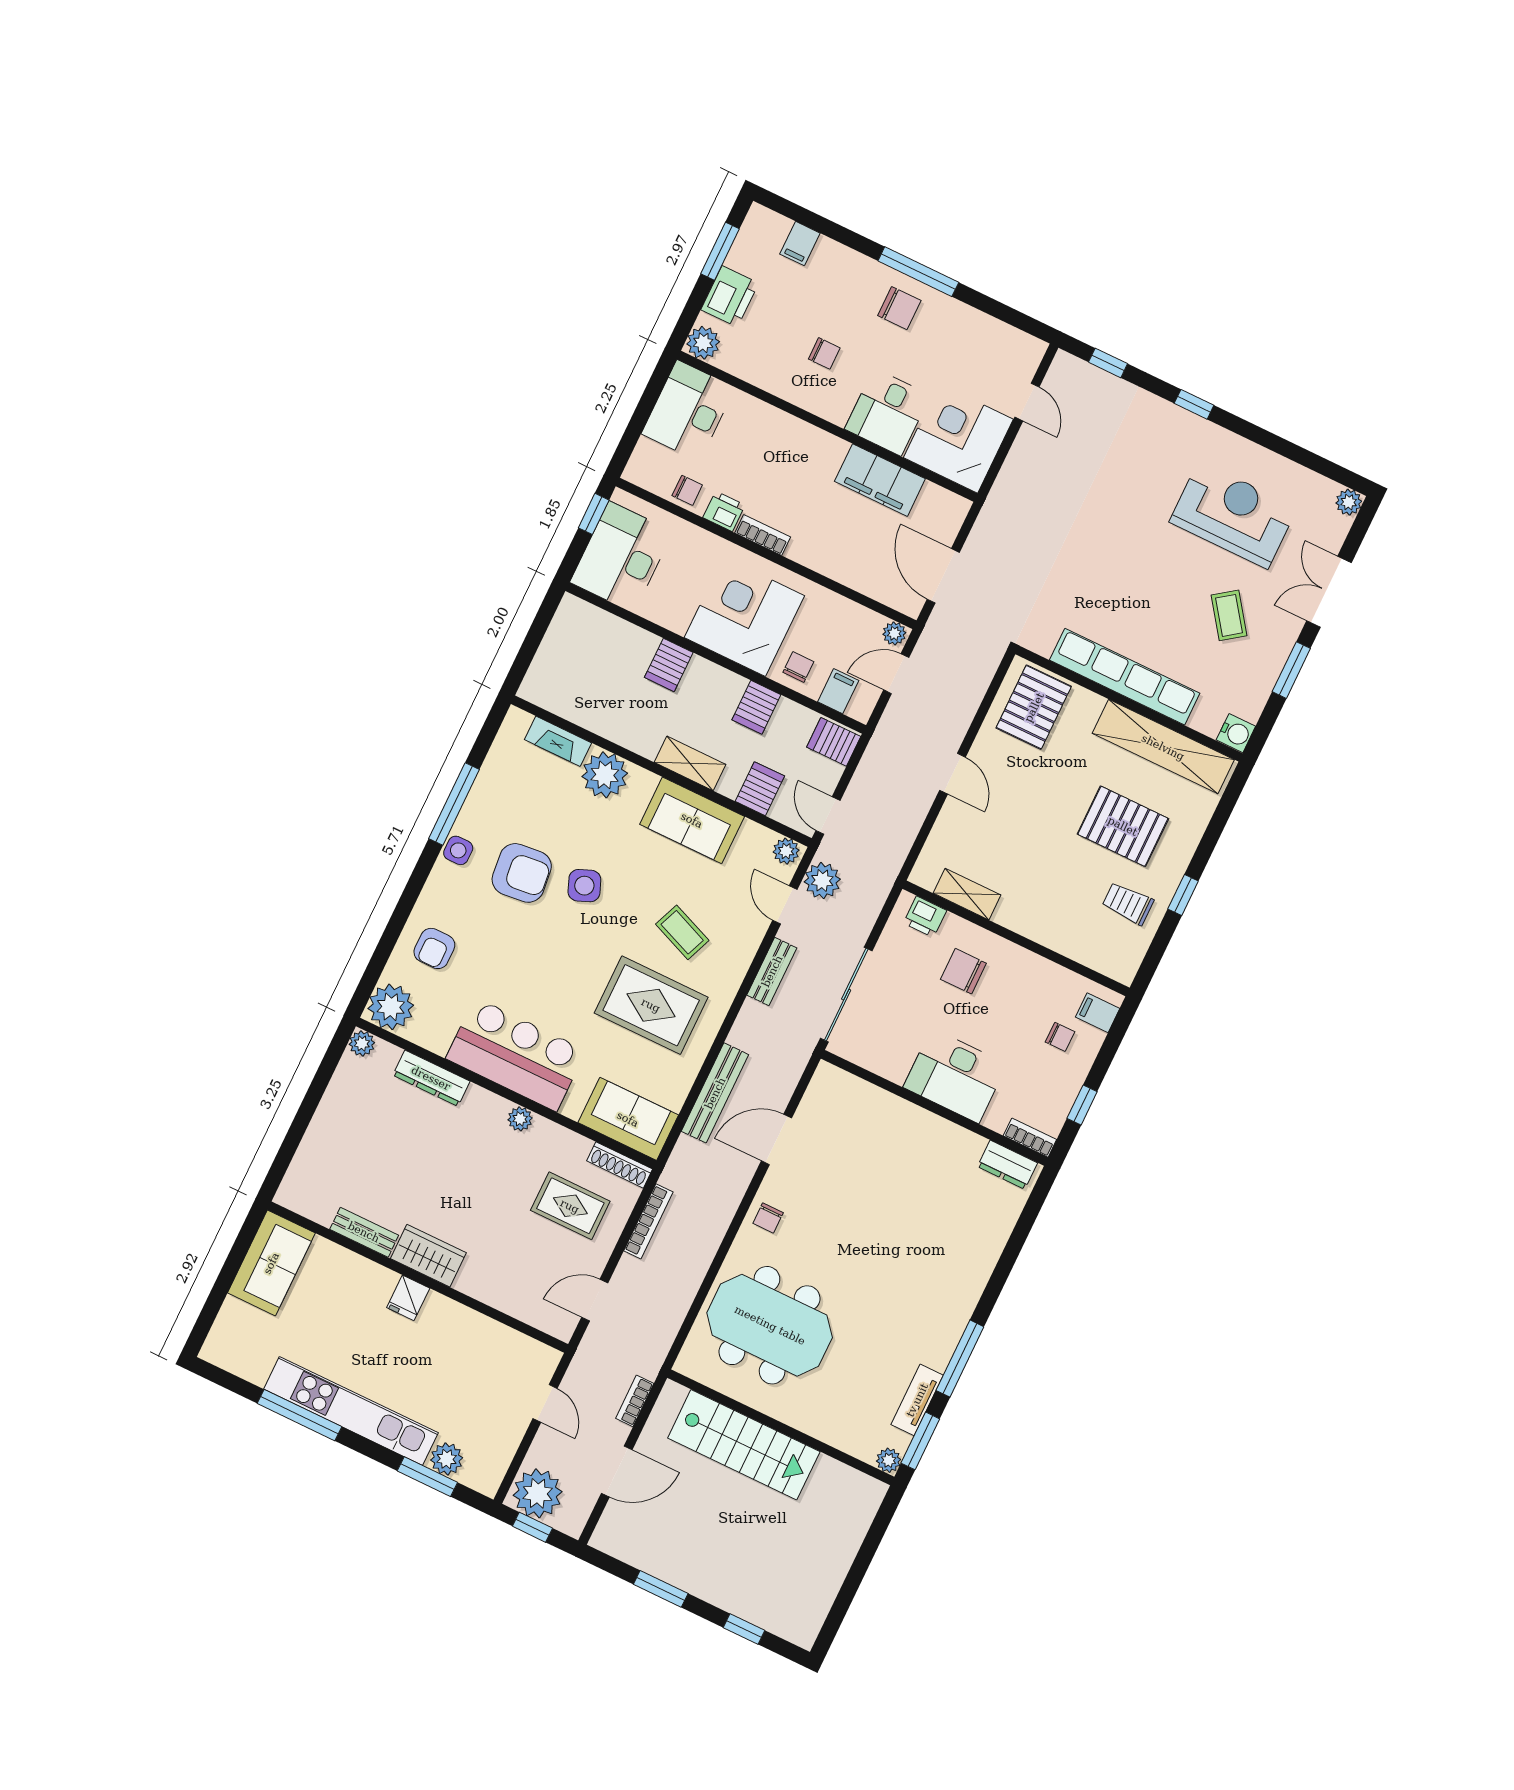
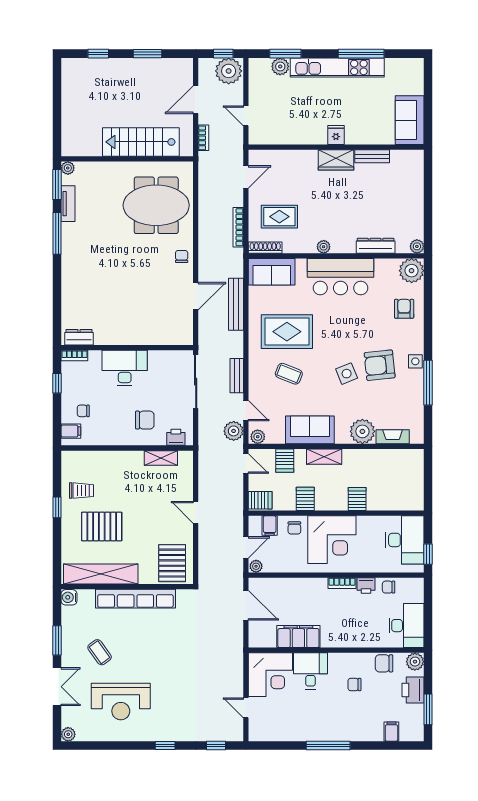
chair: (899, 308) -> (384, 663), moved

